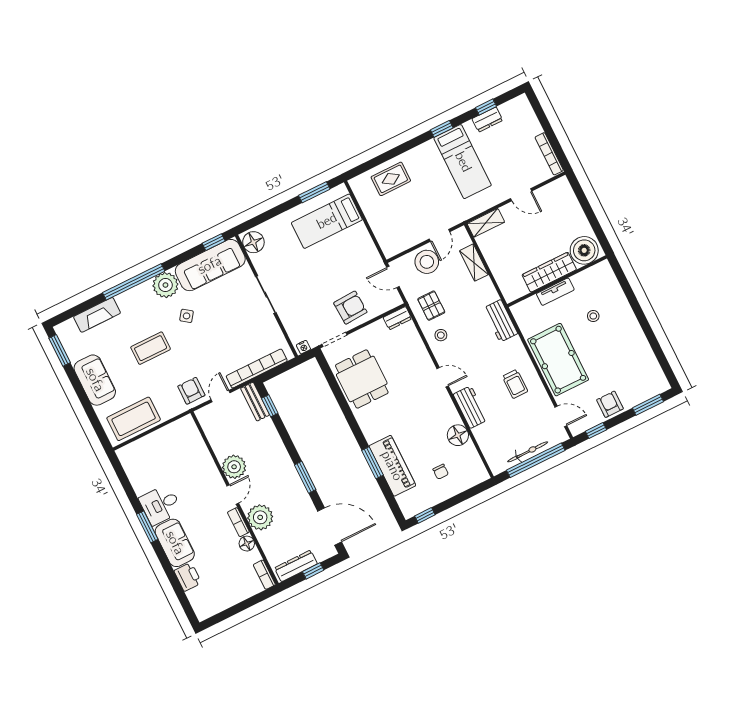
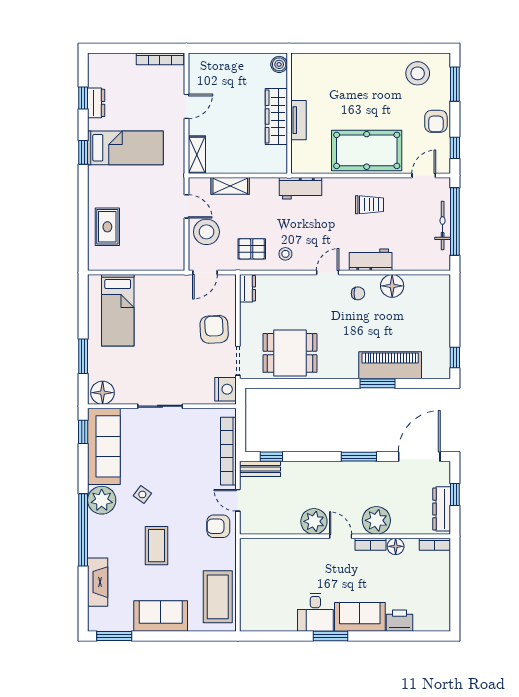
window: (314, 192) -> (83, 356), moved
boiler: (584, 250) -> (279, 64), width x0.54, depth x0.54
stool: (593, 316) -> (418, 73), moved, width x1.89, depth x1.89
nightstand: (303, 347) -> (225, 389), width x1.89, depth x1.79
armchair: (610, 404) -> (436, 121), turned -90
chair: (441, 472) -> (358, 293), moved

